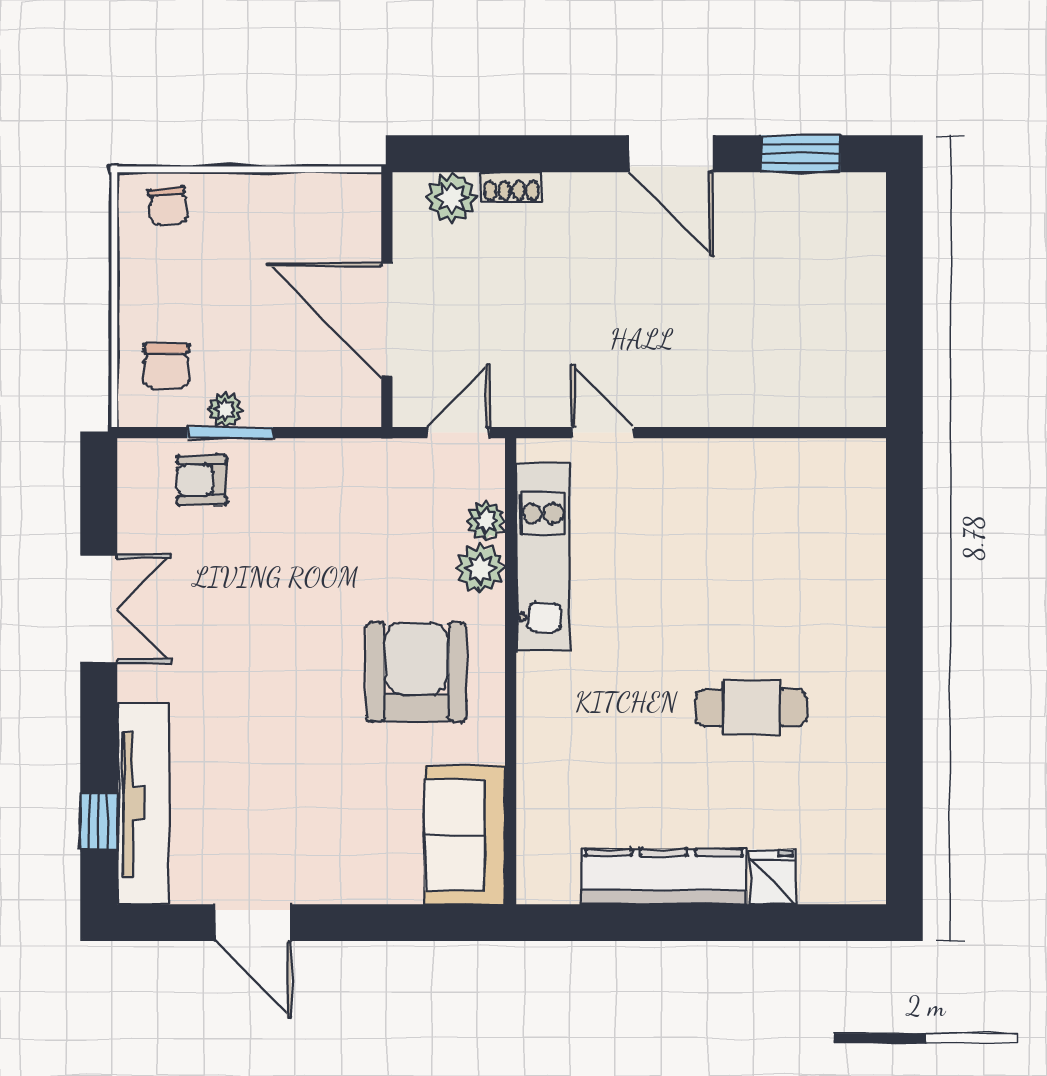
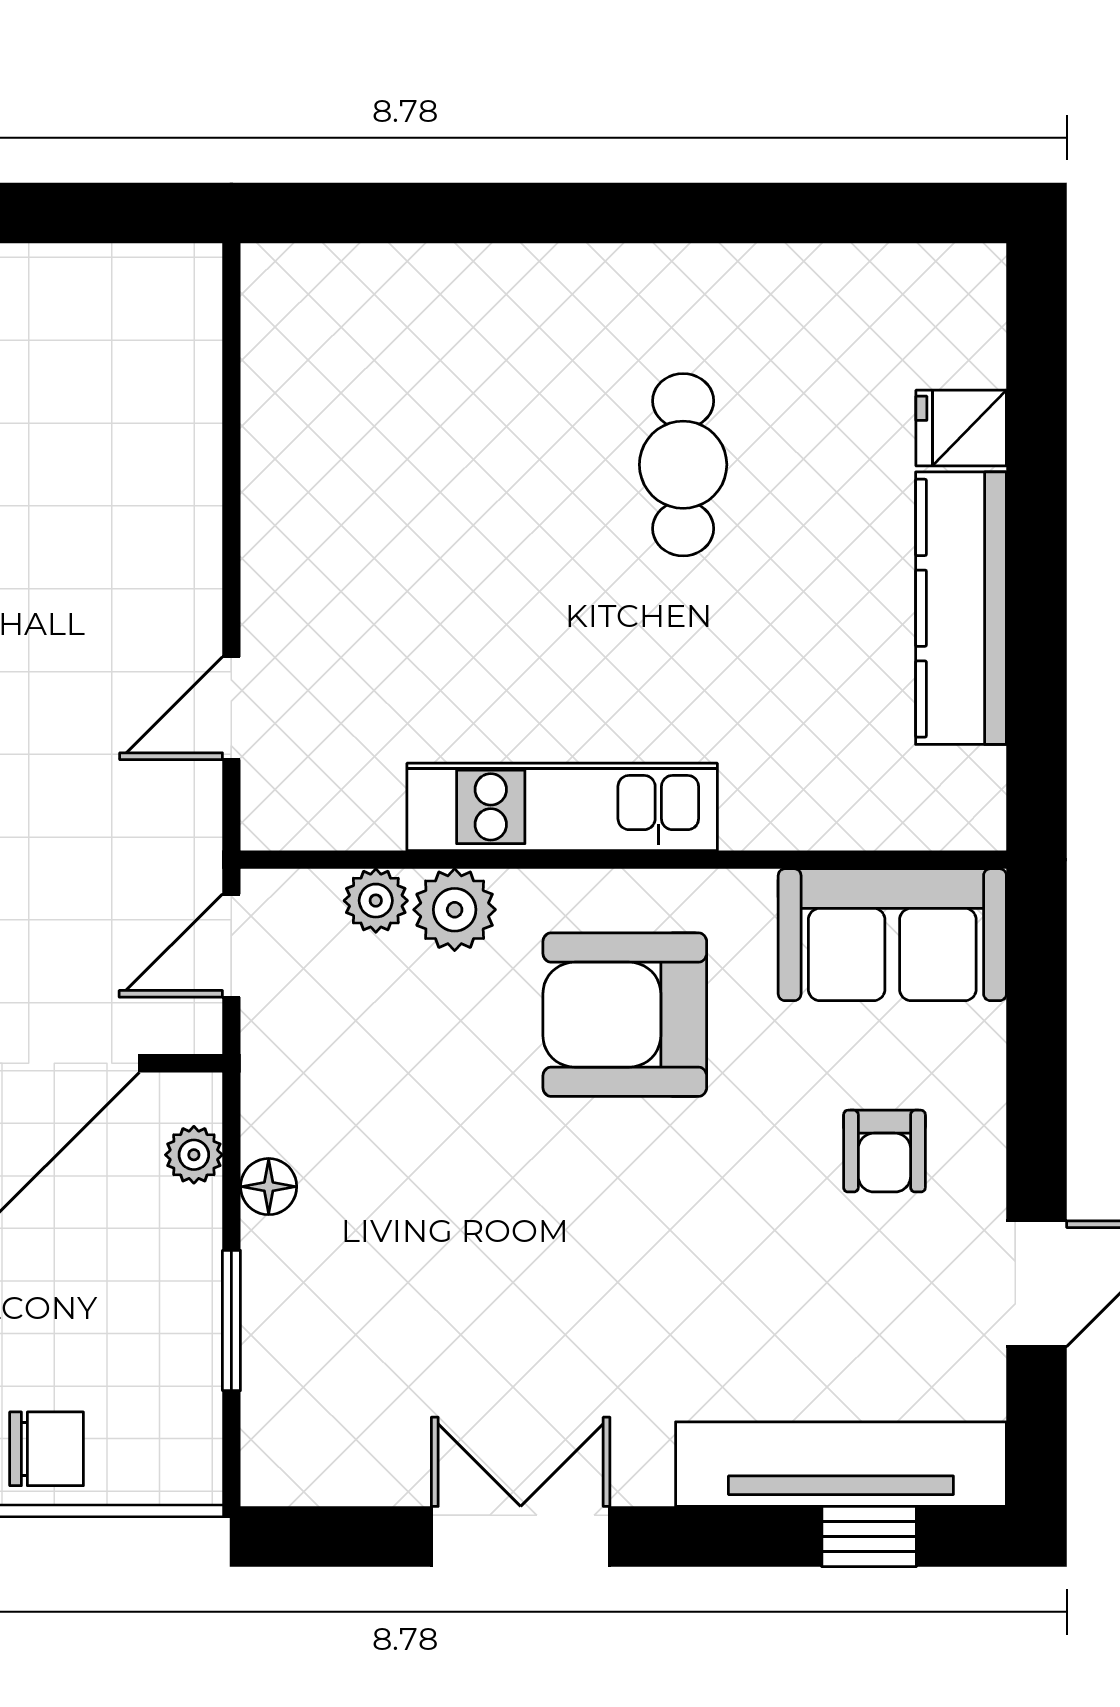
chair: (166, 366) -> (47, 1449), moved
plant: (225, 410) -> (194, 1155), moved
door: (458, 433) -> (231, 946), hinge flipped
floor lamp: (312, 455) -> (269, 1187), added
armchair: (202, 480) -> (884, 1151), moved
kitchen unit: (543, 557) -> (562, 807), moved

